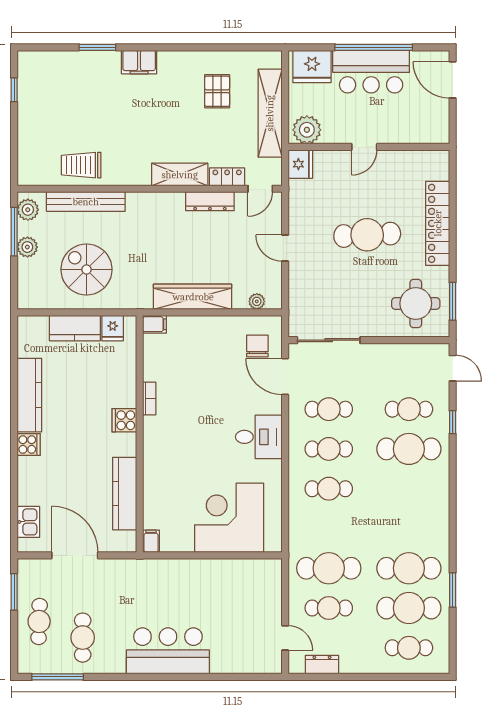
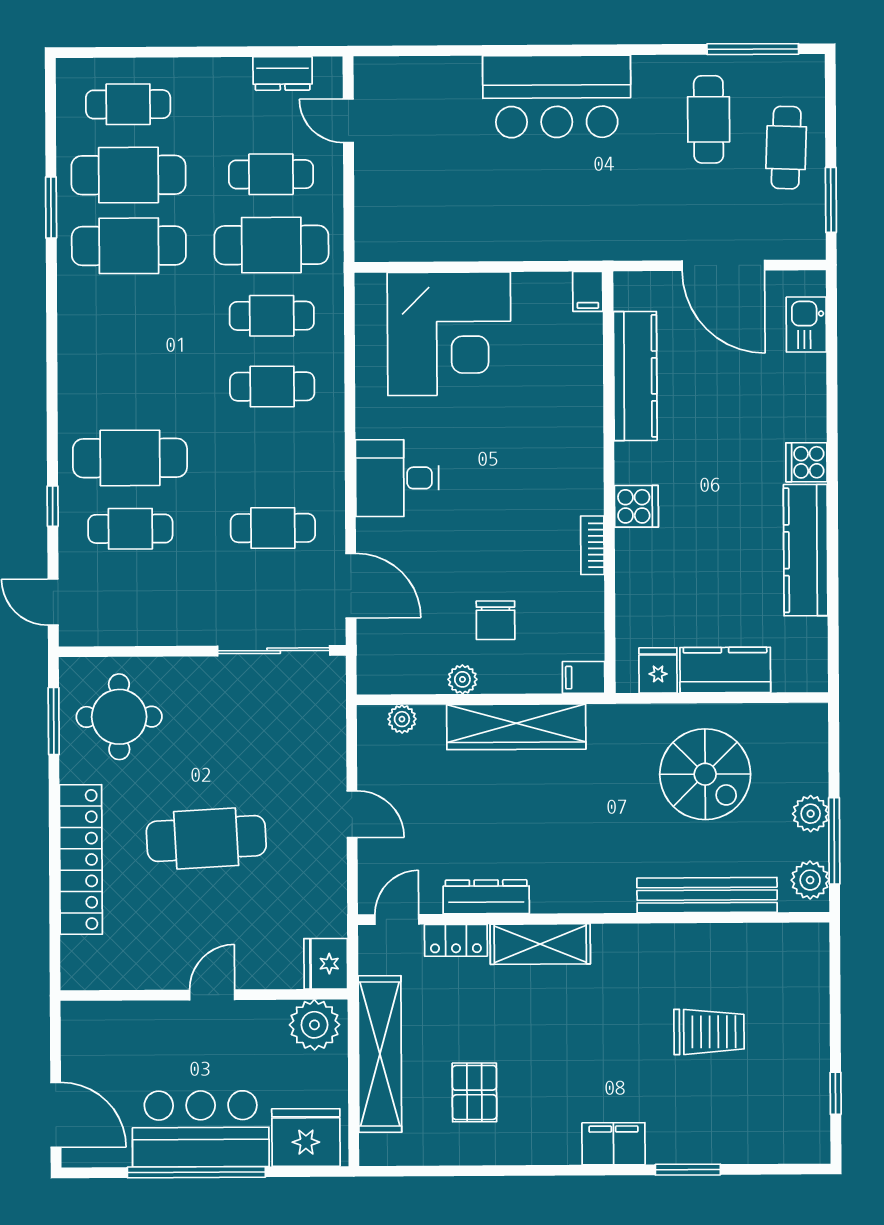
trolley: (81, 165) -> (709, 1032), moved
plant: (223, 324) -> (462, 679), added
chair: (257, 346) -> (496, 620), moved
cafe table: (329, 449) -> (272, 316), moved

